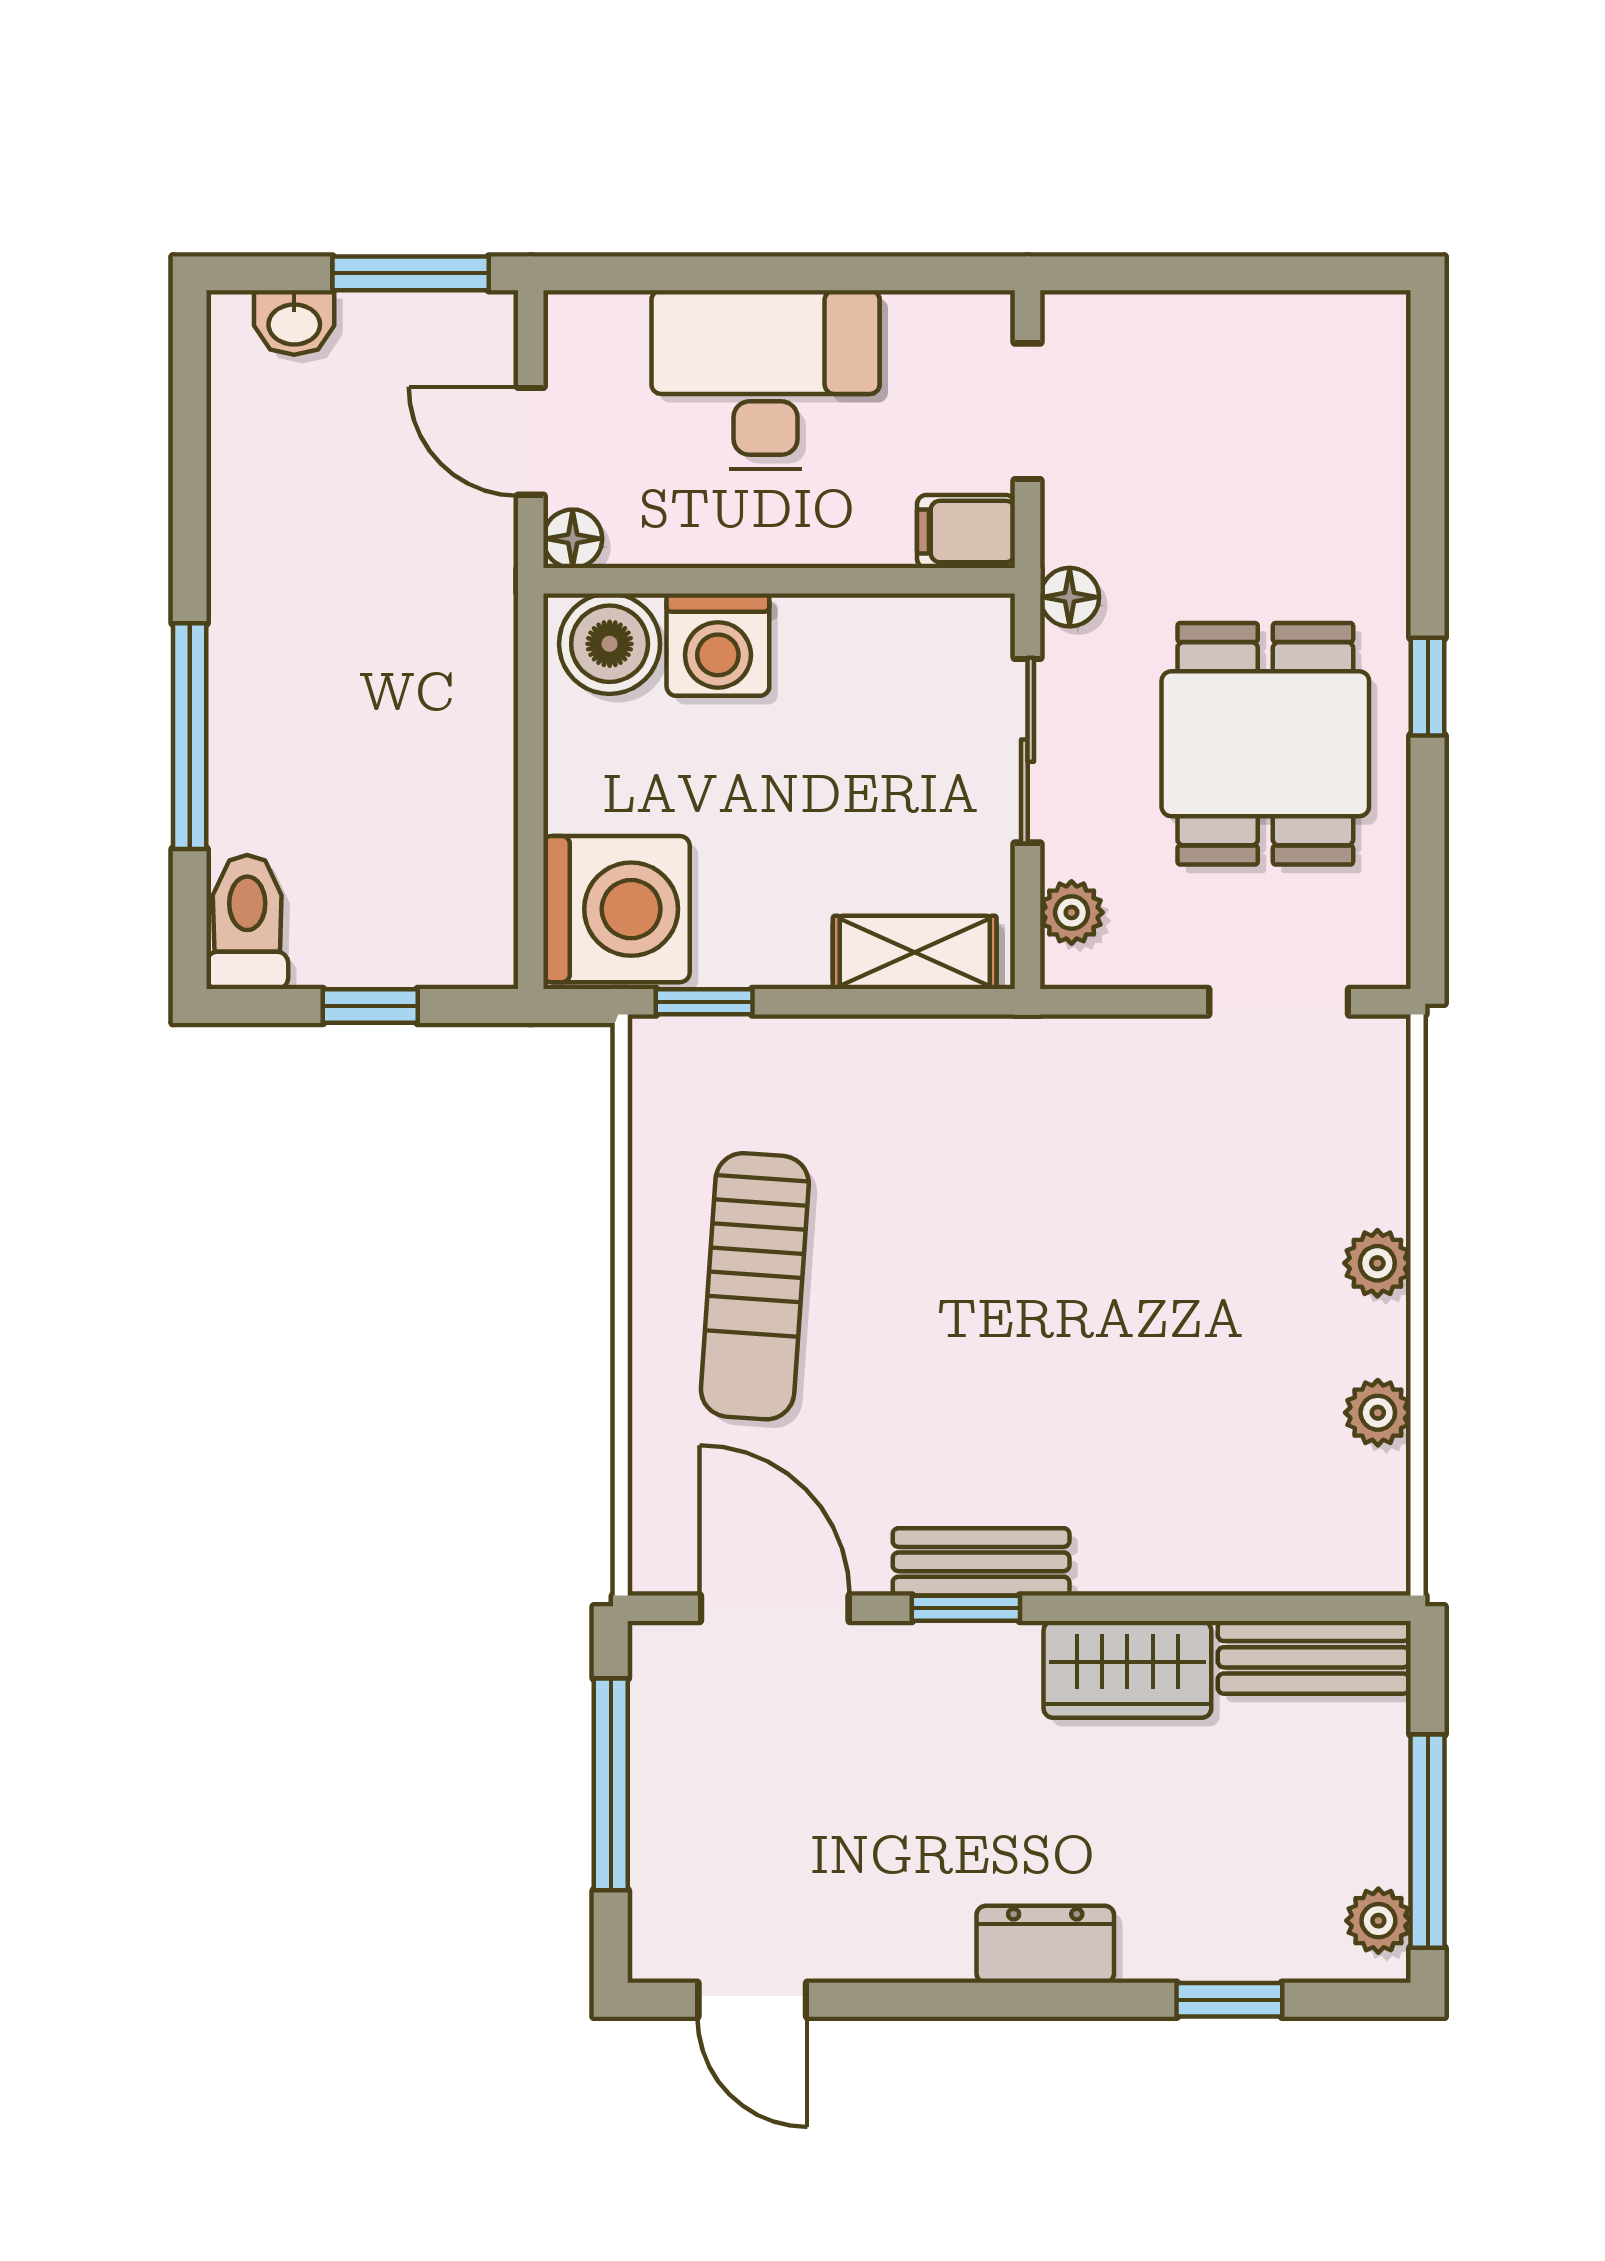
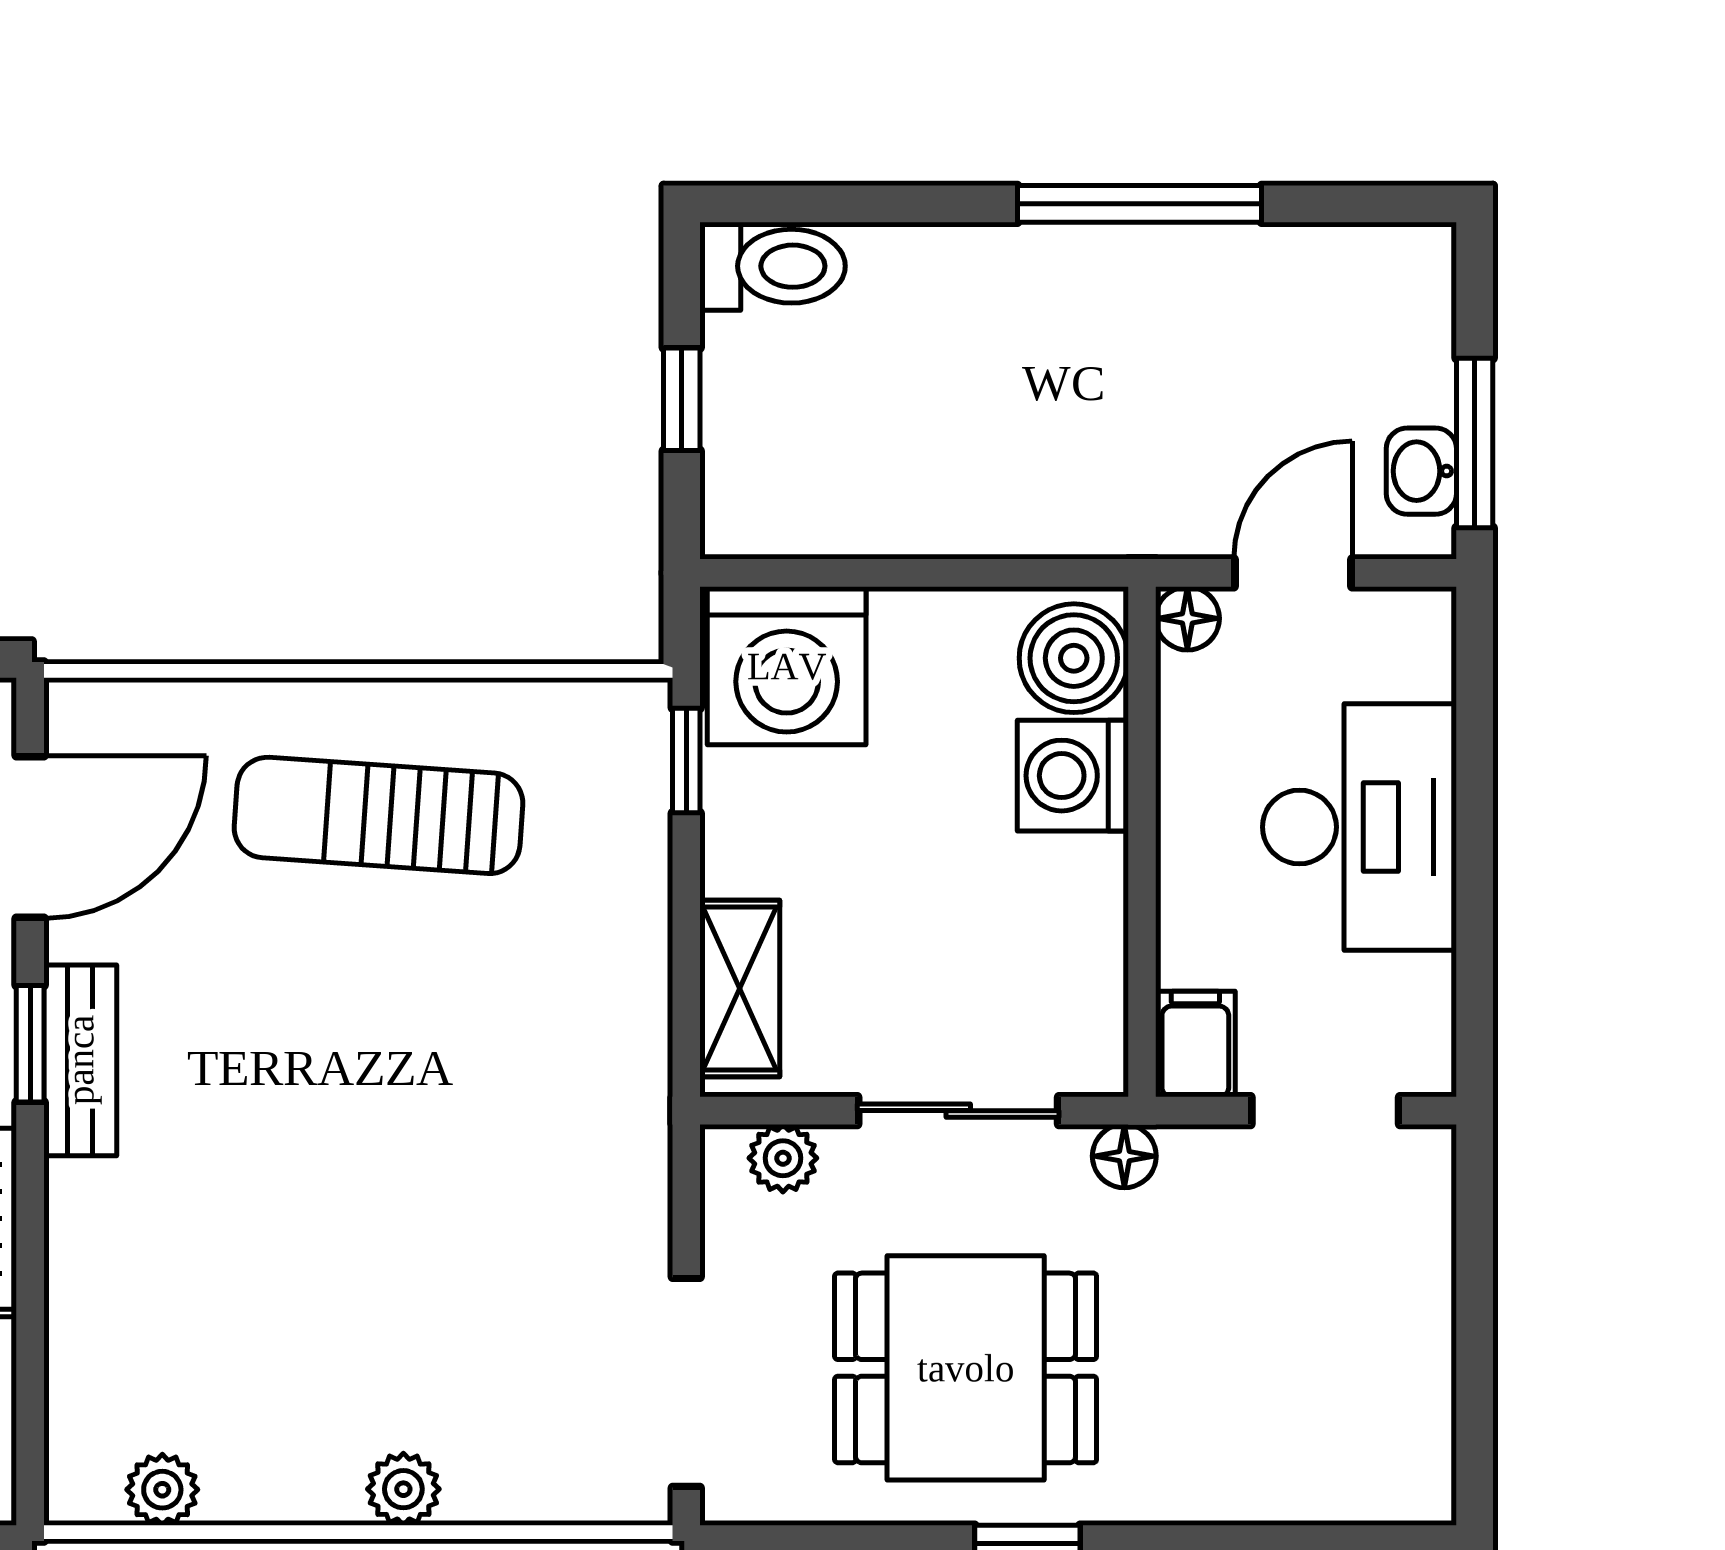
washbasin: (294, 323) -> (1421, 471), moved
window: (190, 736) -> (1139, 204), moved
doorway: (1279, 1002) -> (686, 1382), width x1.38
plant: (1378, 1413) -> (162, 1490), moved

